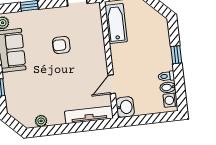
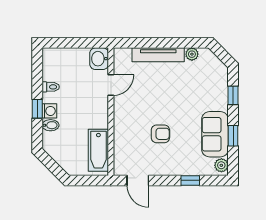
bidet: (168, 87) -> (50, 125), moved
washing machine: (170, 100) -> (49, 111), moved
tv unit: (89, 115) -> (158, 55), moved

